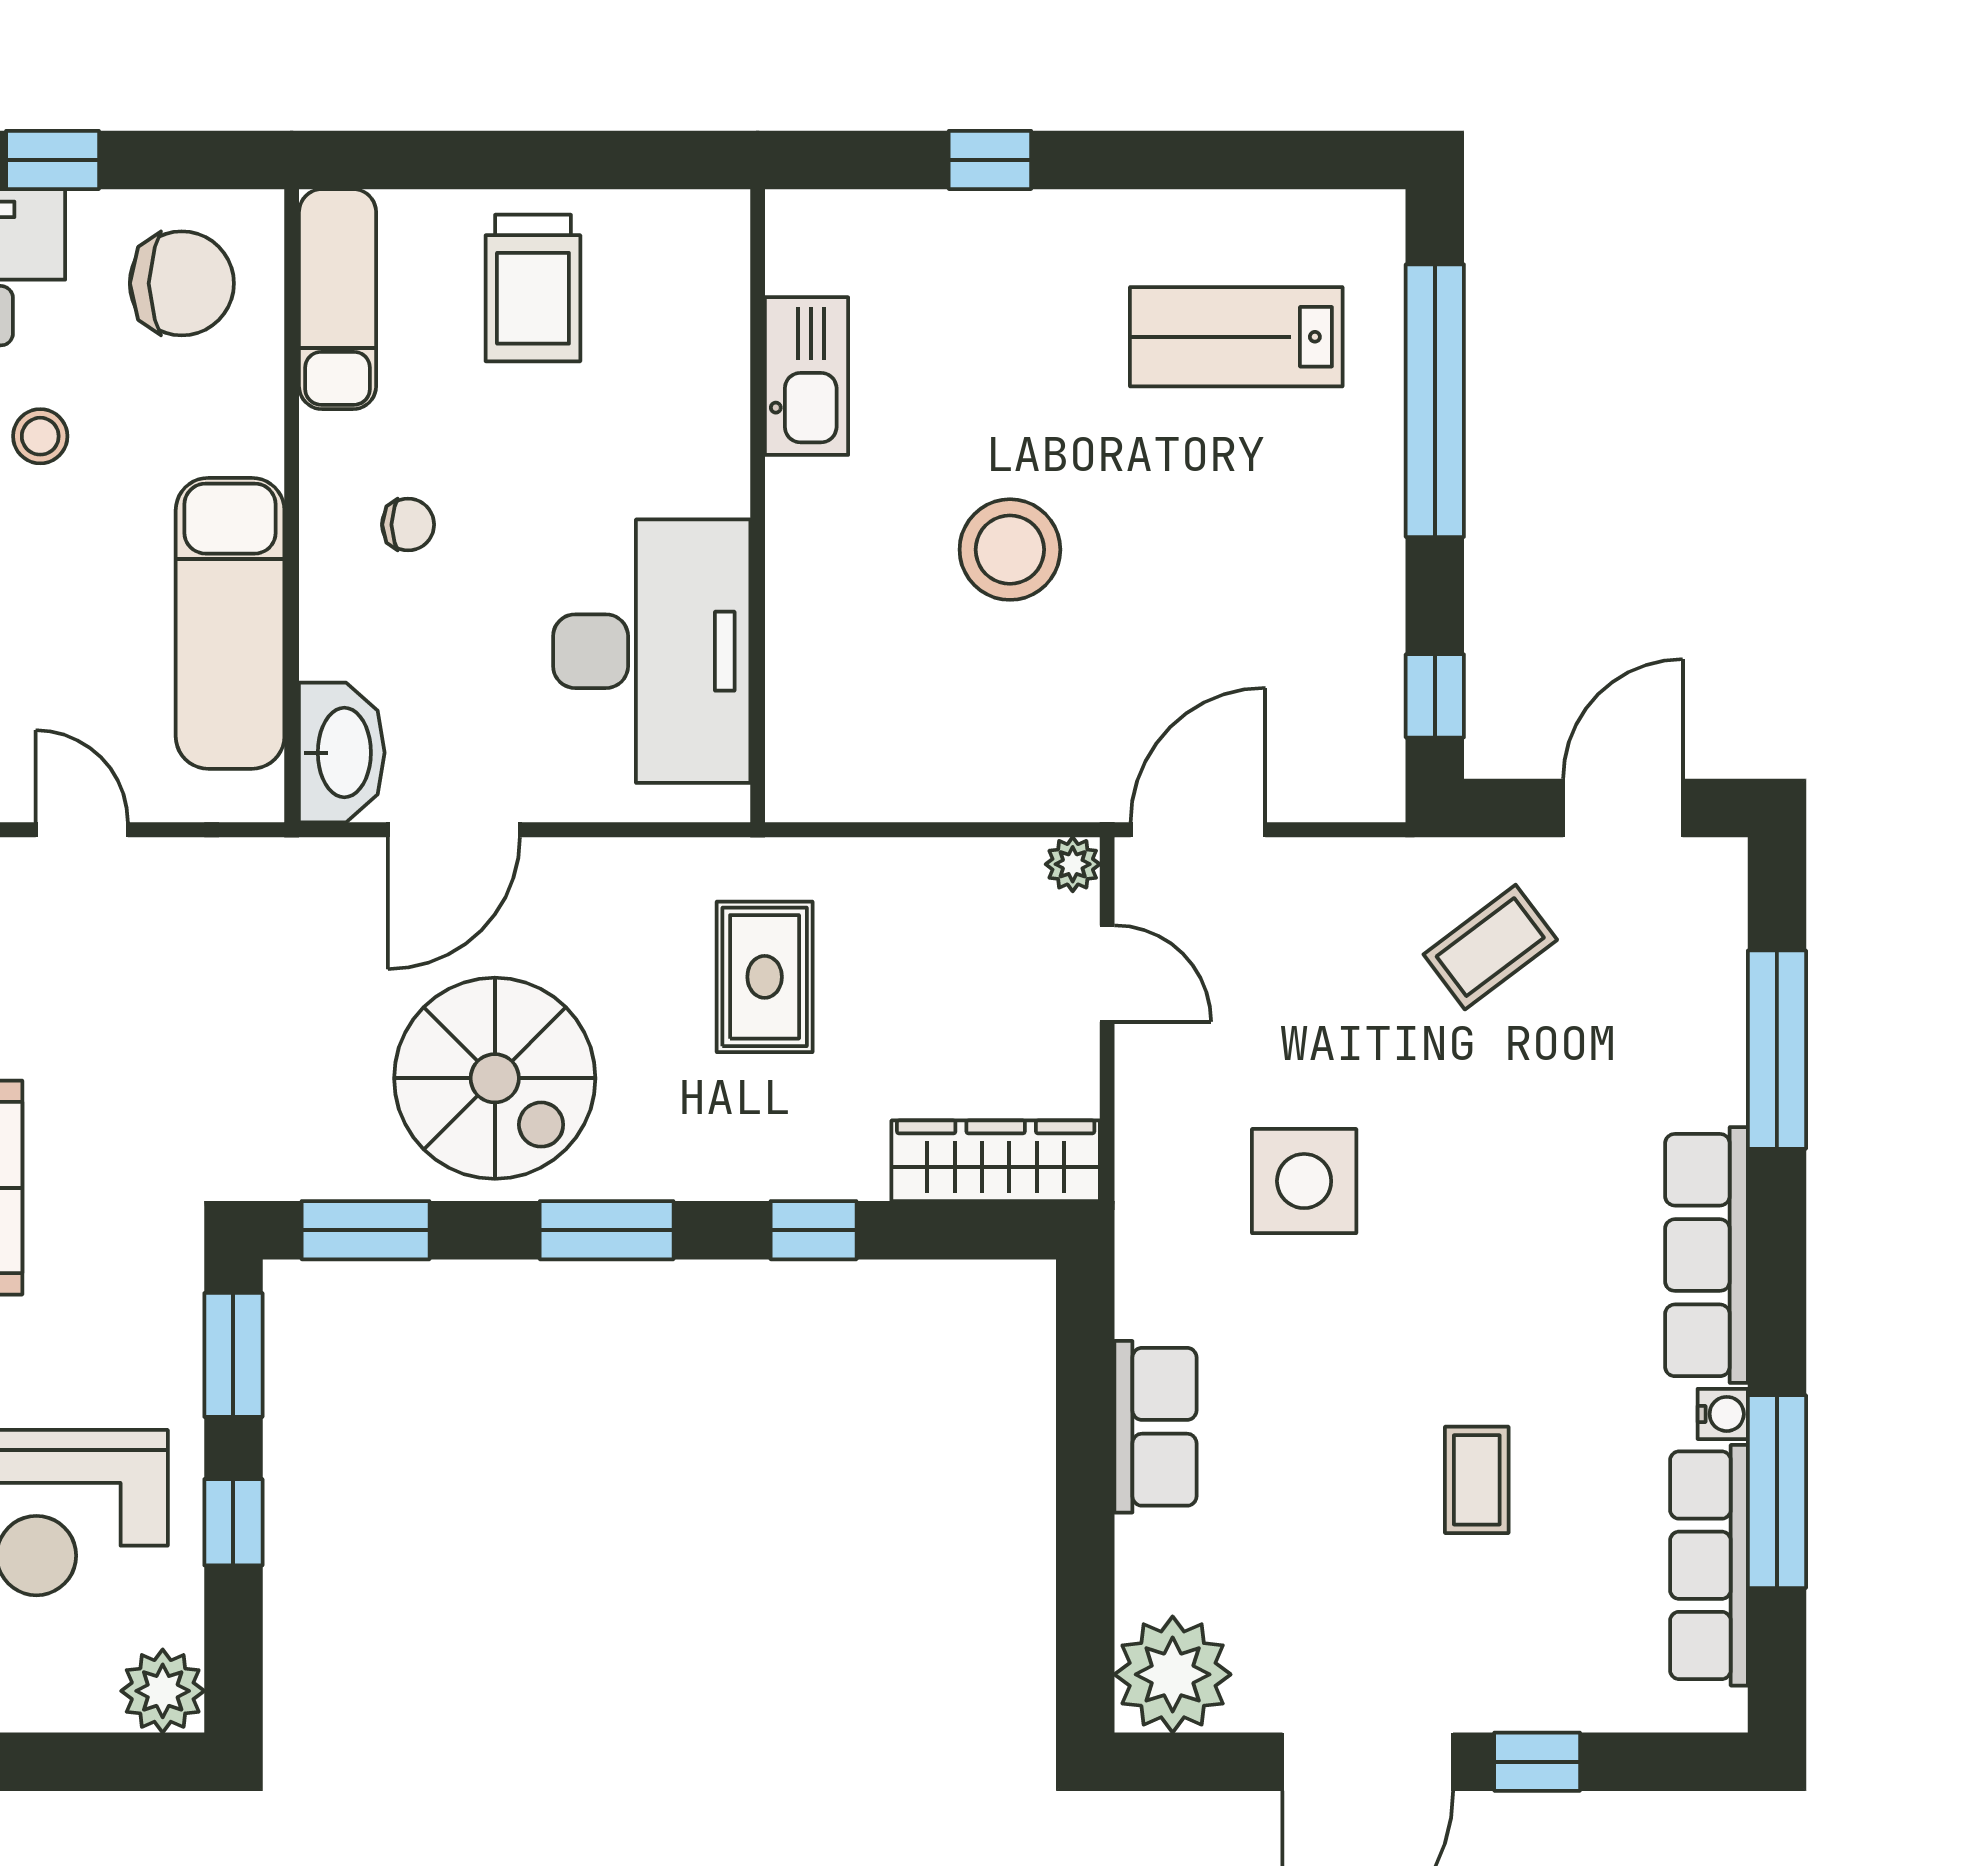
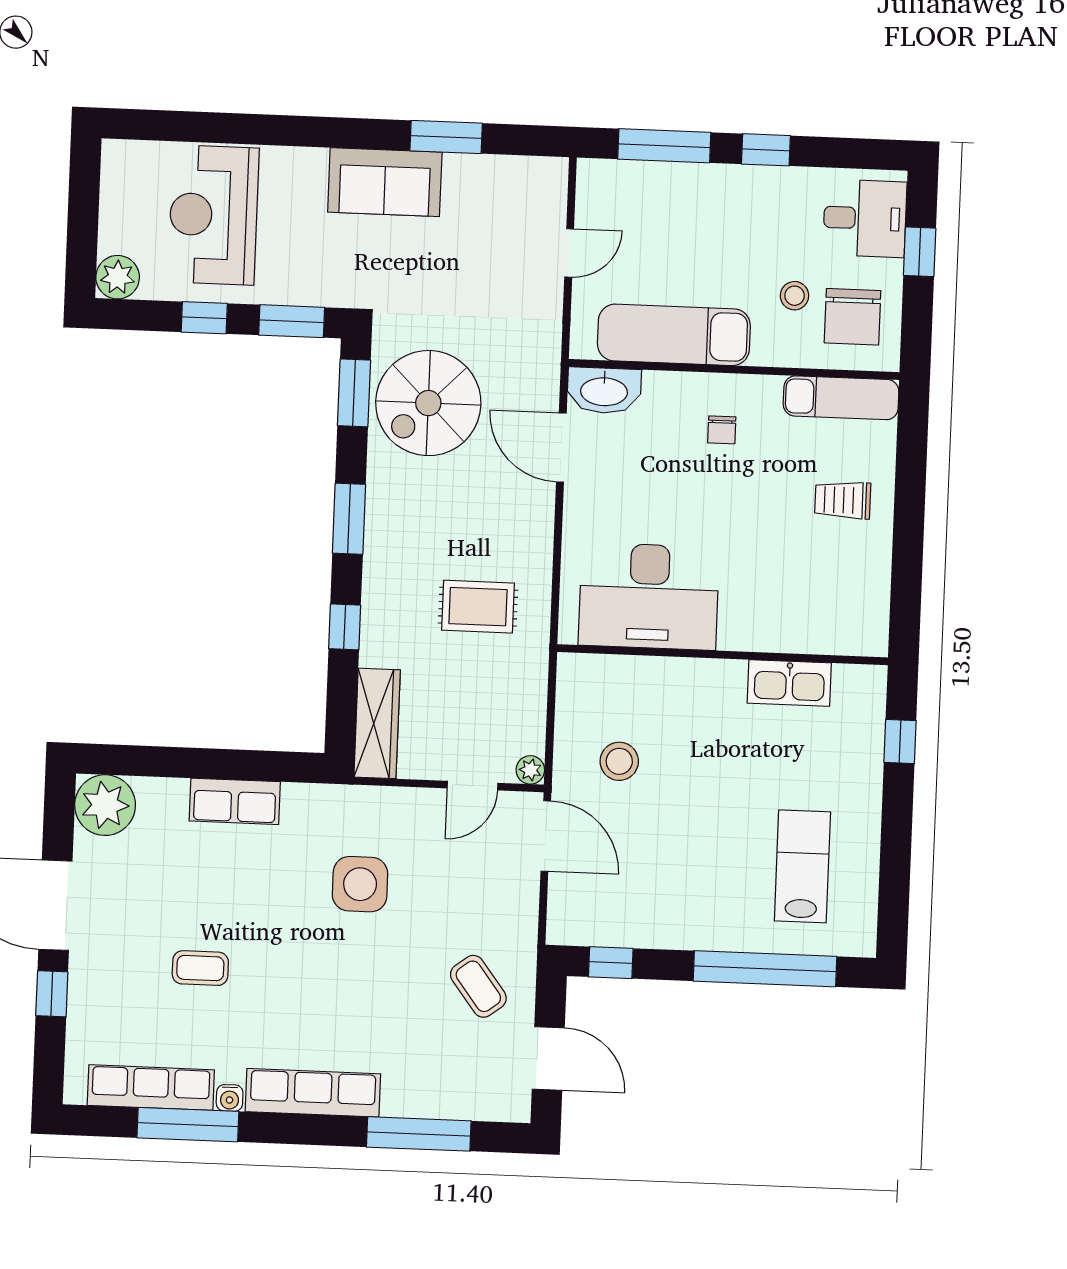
trolley: (533, 288) -> (843, 500), width x0.73, depth x0.72
kitchen sink: (807, 376) -> (789, 683), moved
stool: (40, 436) -> (795, 296), moved
wall: (758, 506) -> (723, 655), moved
stool: (1010, 550) -> (619, 761), moved, width x0.73, depth x0.73
desk: (652, 651) -> (649, 596), moved
spiral stairs: (495, 1078) -> (428, 403), moved

